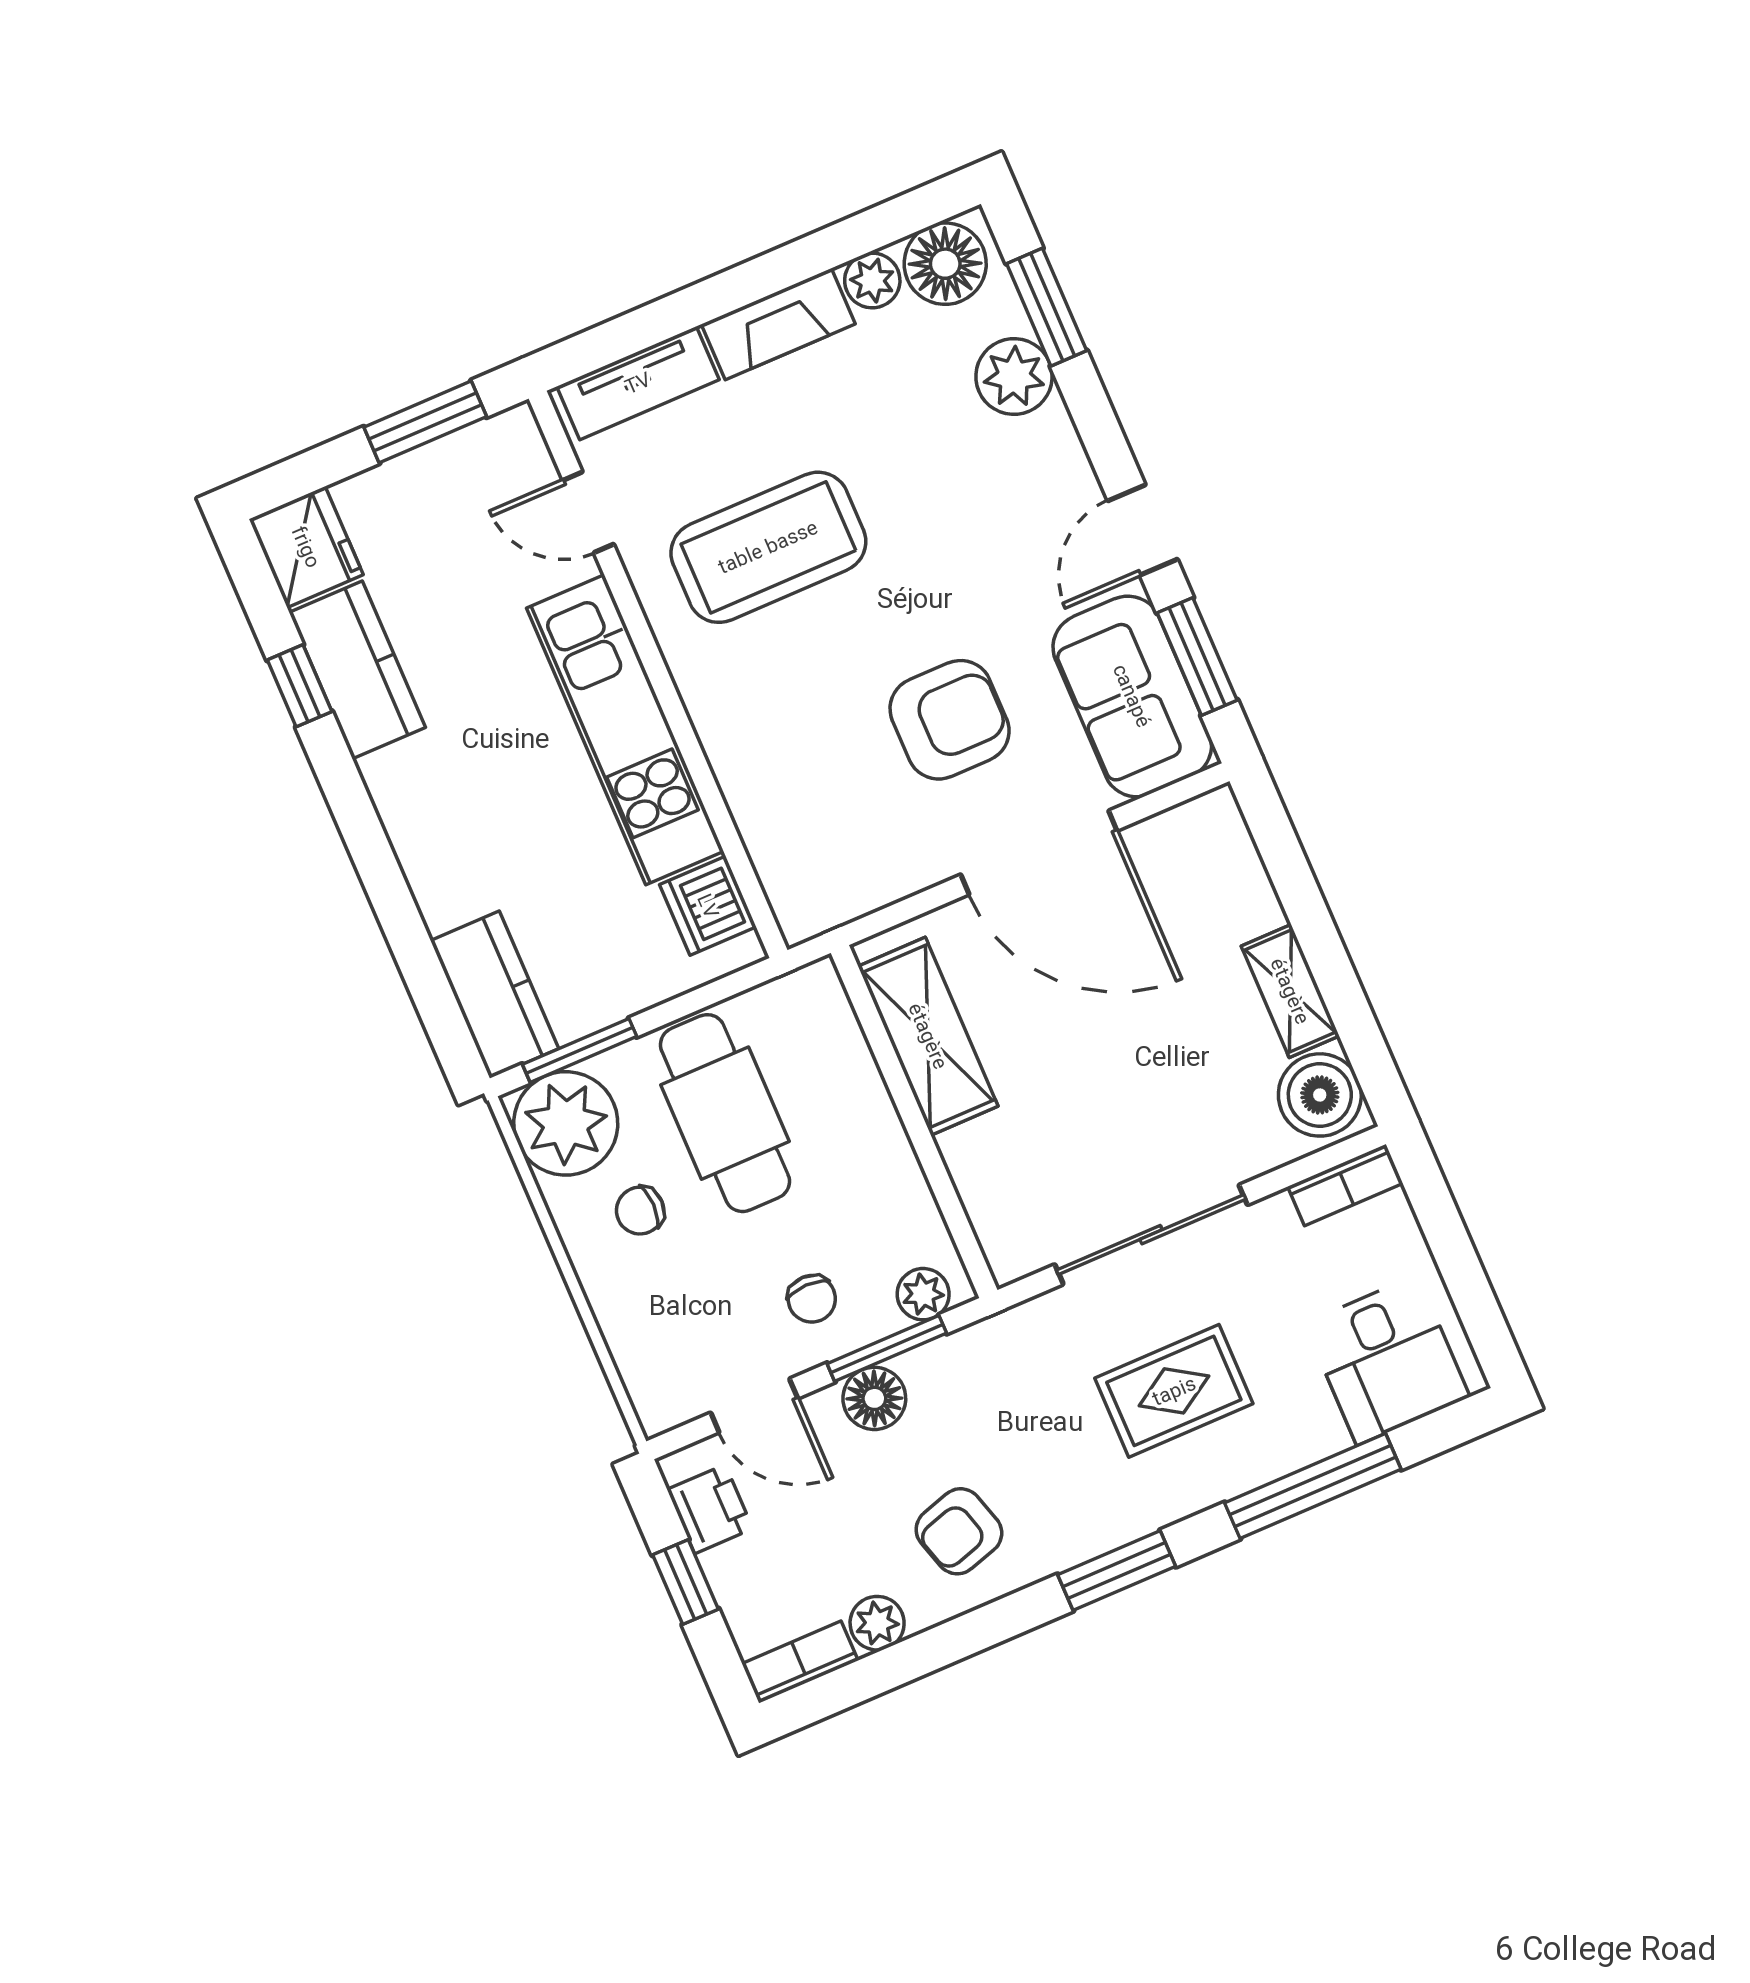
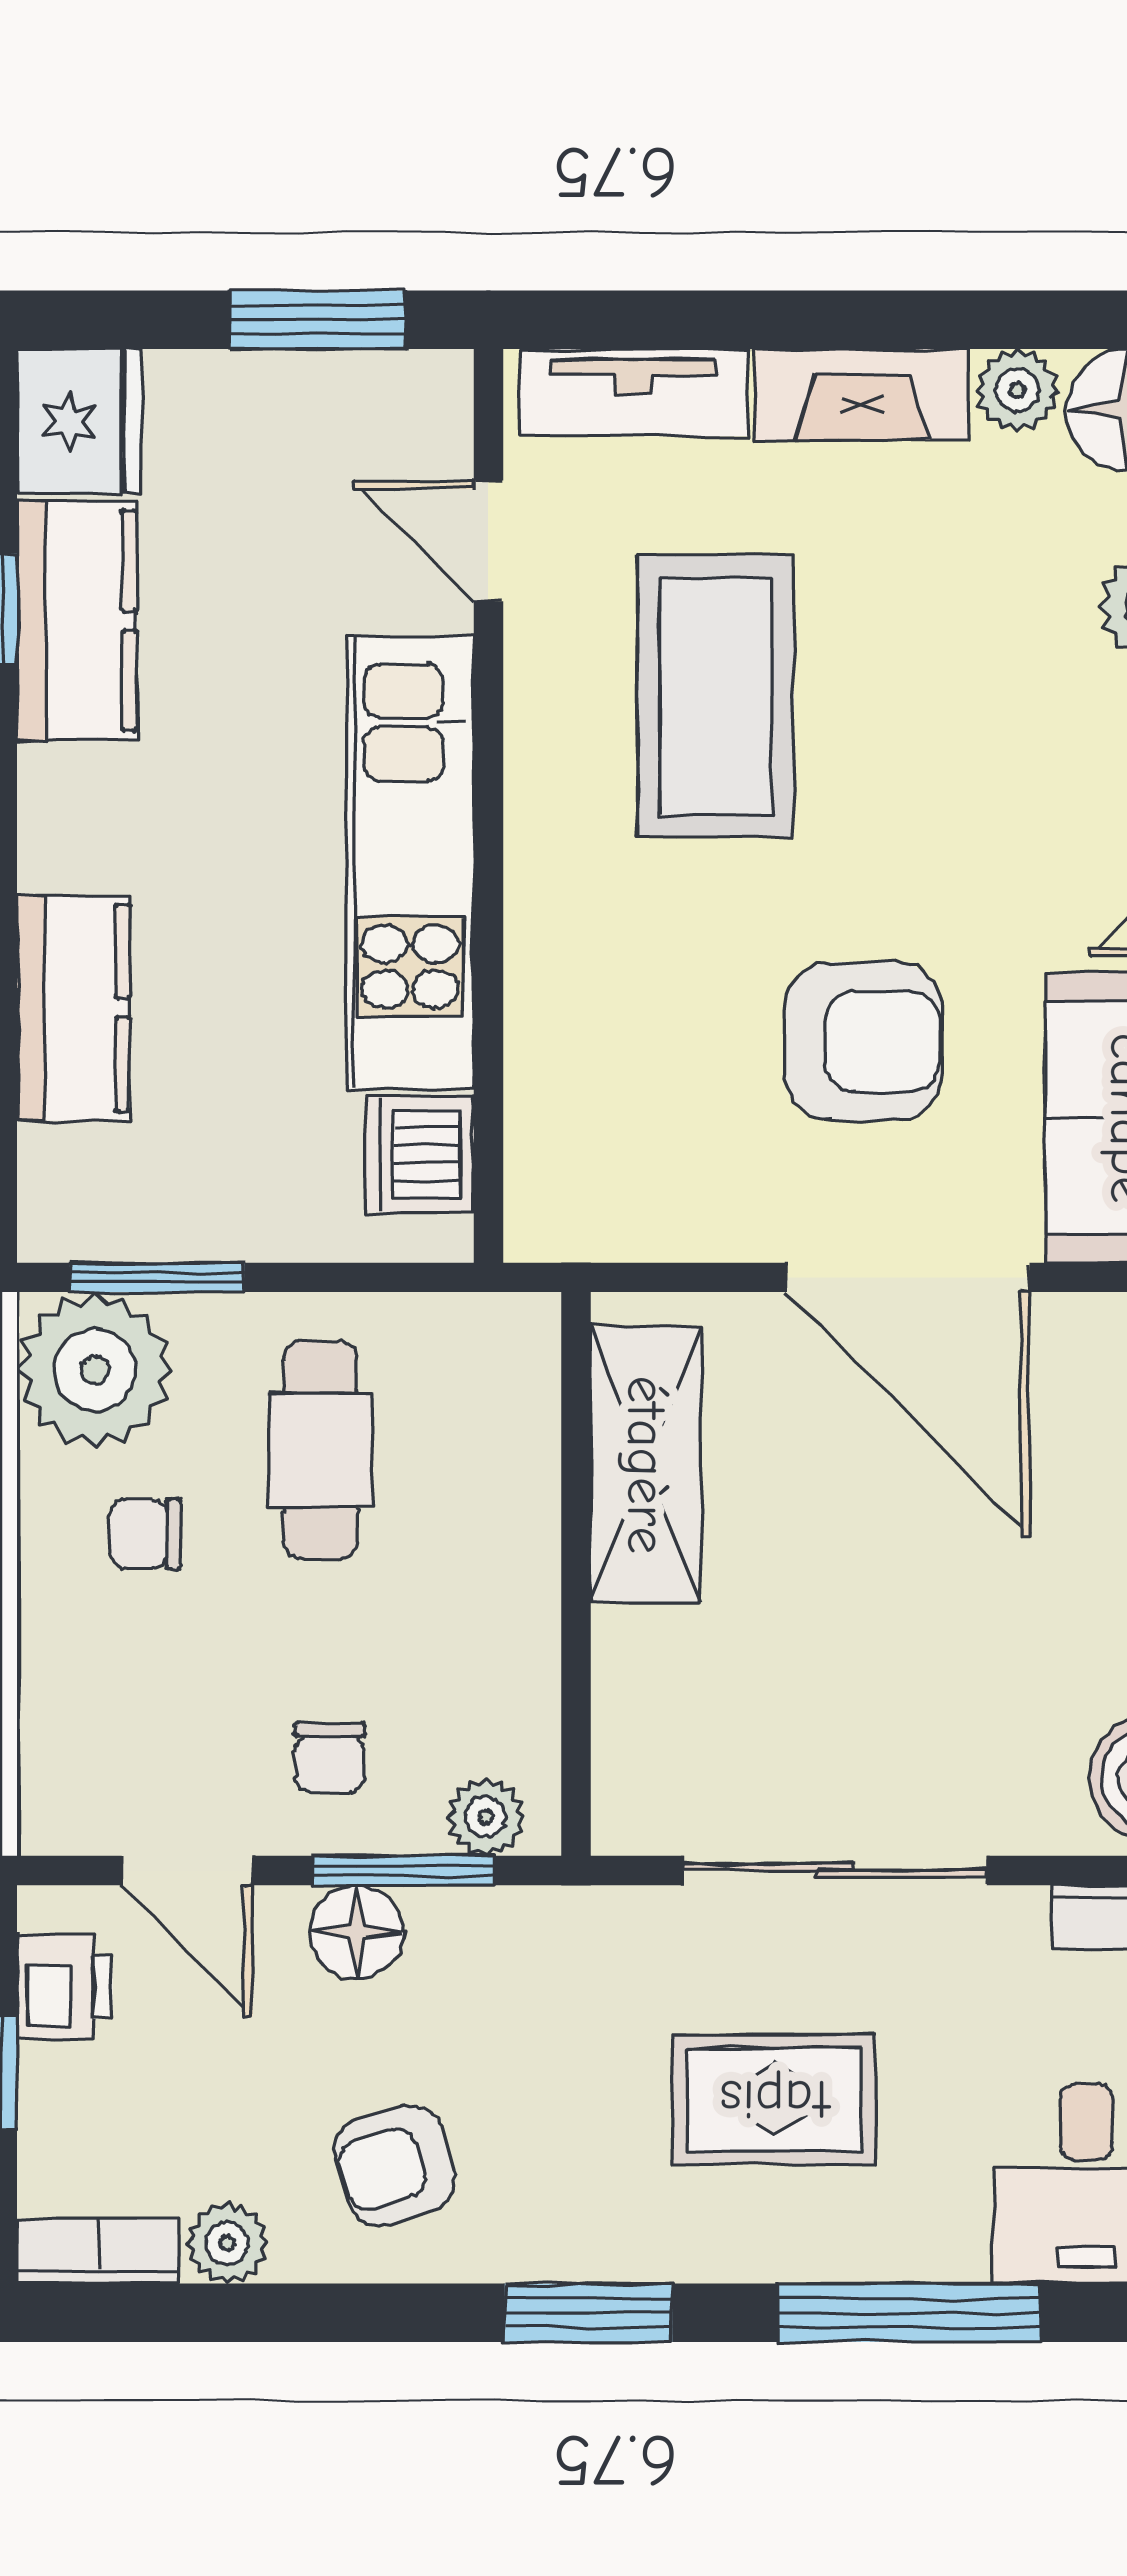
coffee table: (768, 547) -> (716, 696), turned 90
kitchen counter: (495, 995) -> (73, 1008), moved
cafe table: (725, 1113) -> (320, 1450), width x0.73, depth x0.74

